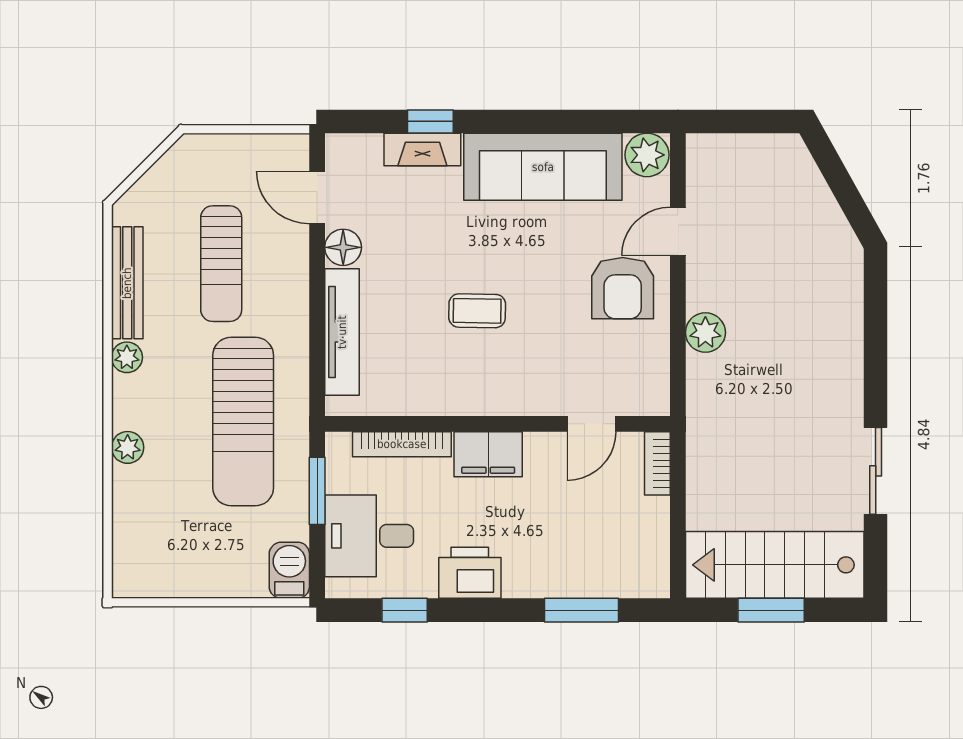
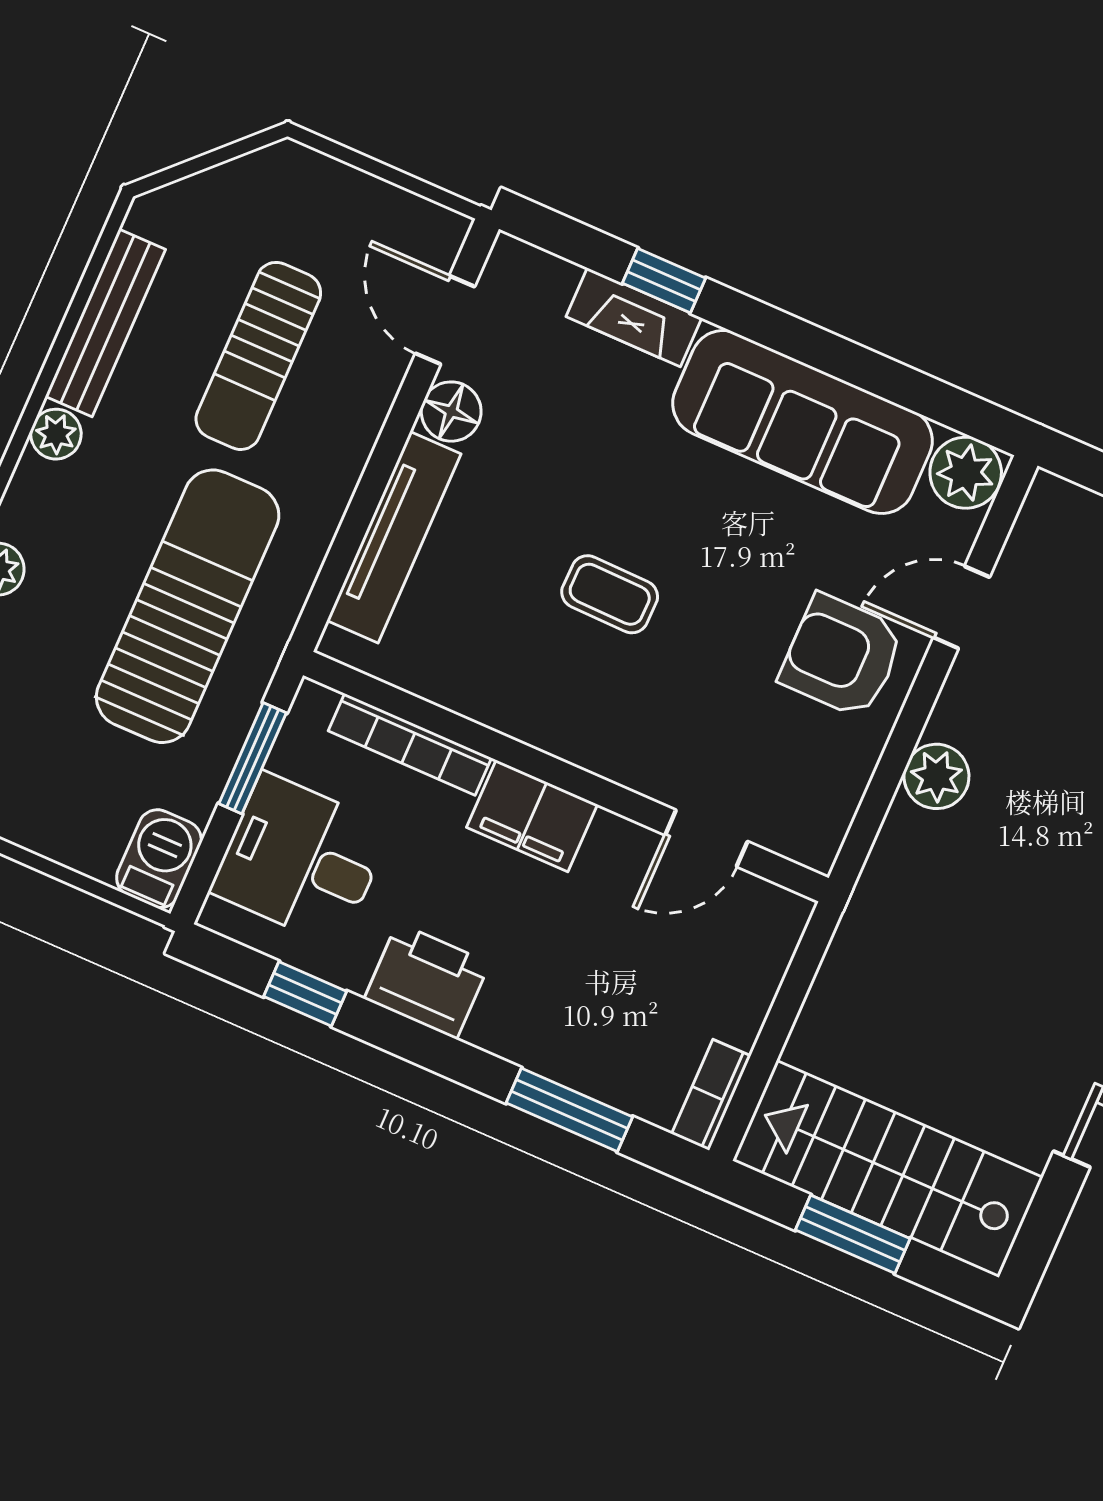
armchair: (623, 288) -> (842, 656), turned 90
sun lounger: (243, 422) -> (188, 606), turned 180
bookcase: (657, 463) -> (711, 1095), moved

